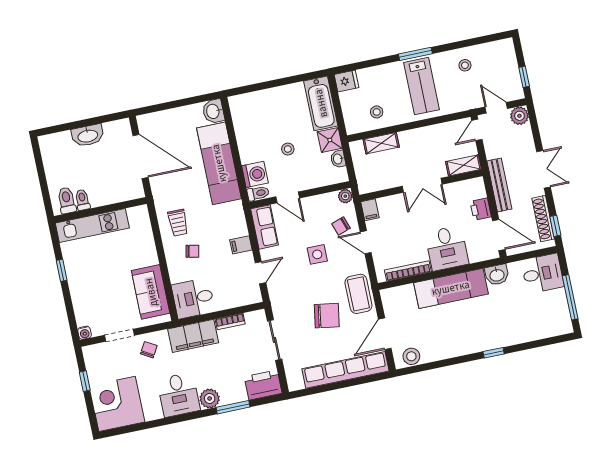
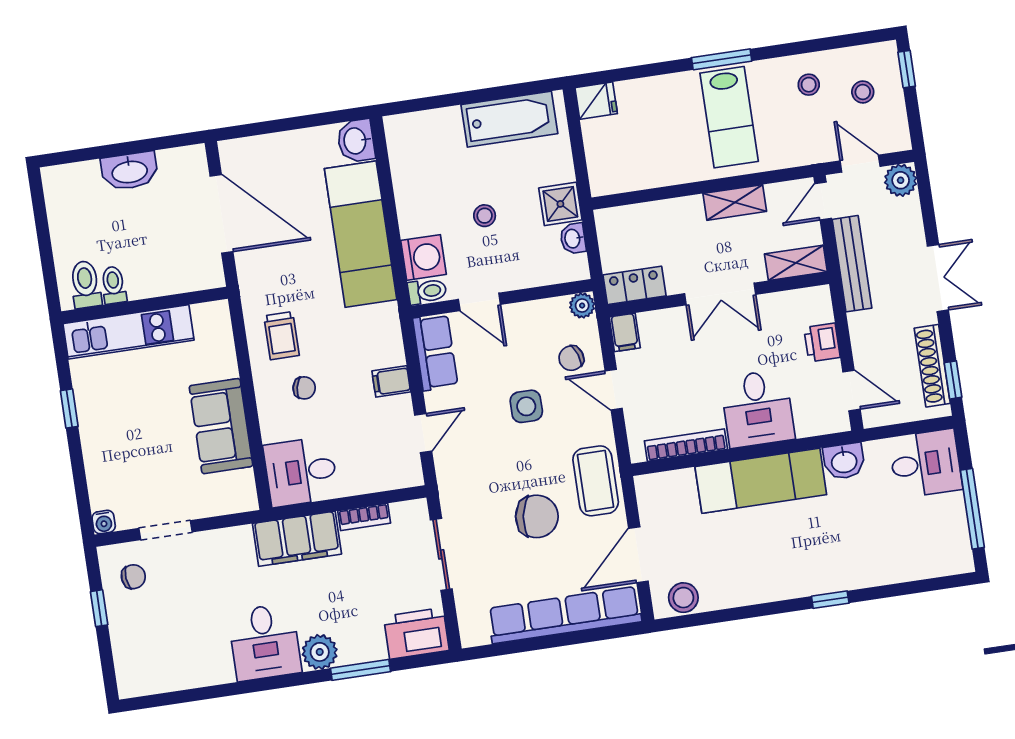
window: (524, 77) -> (907, 69), moved
bathtub: (321, 103) -> (509, 119), moved, turned -90
stool: (377, 112) -> (863, 92), moved
shelving: (381, 143) -> (735, 202), moved
locker: (374, 183) -> (634, 285), added
bench: (499, 185) -> (852, 264), moved
door: (499, 235) -> (851, 391), width x0.73
sofa: (151, 292) -> (221, 426), moved
chair: (149, 350) -> (133, 577), moved, turned 55
corner desk: (117, 404) -> (154, 652), removed

